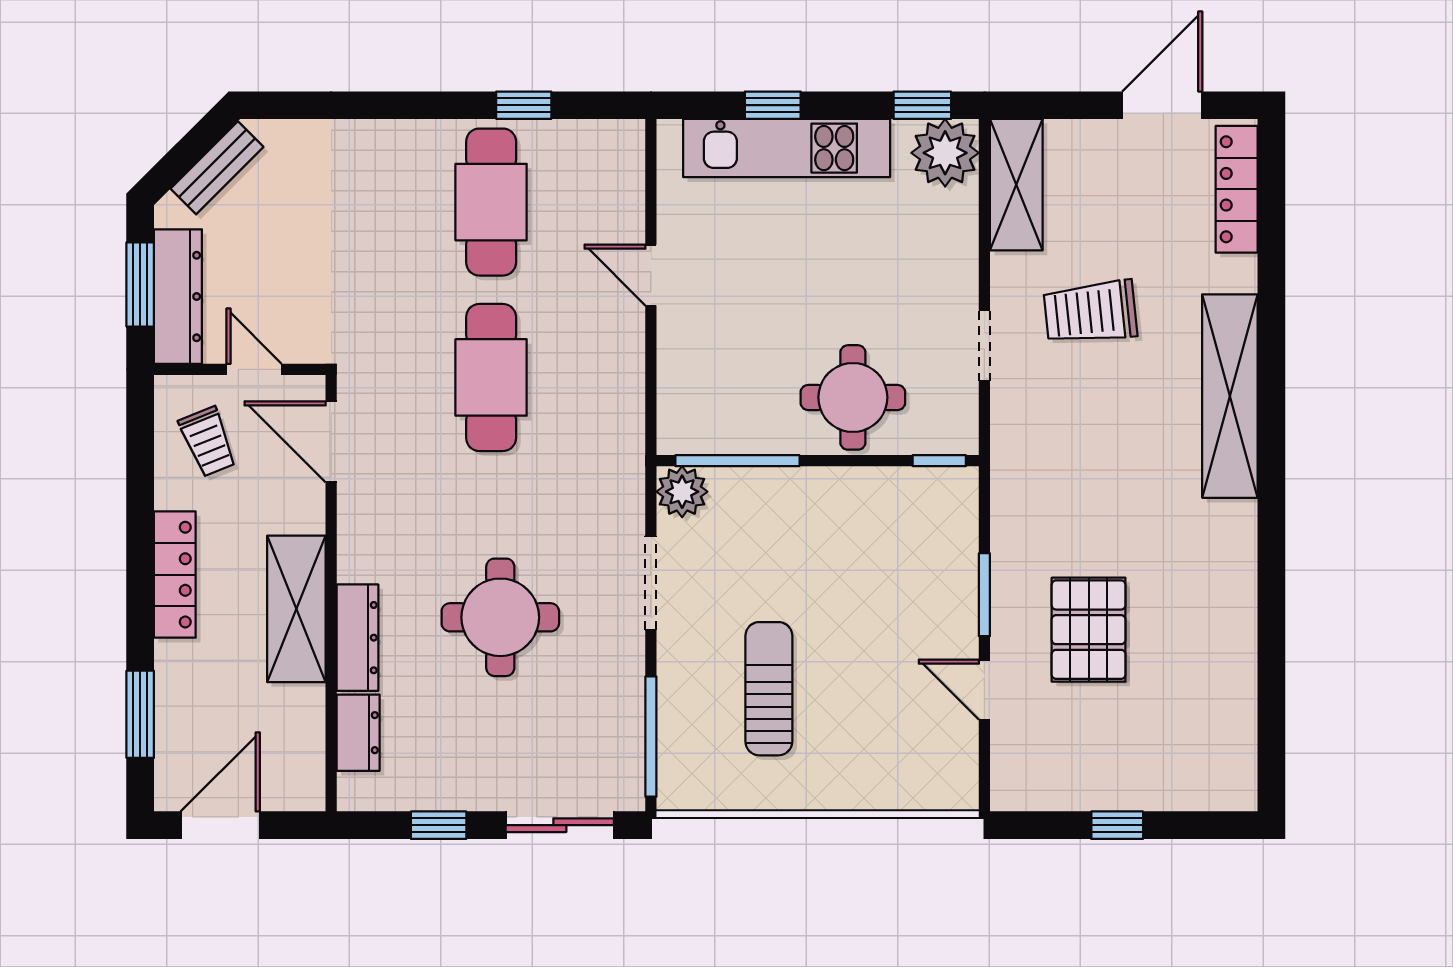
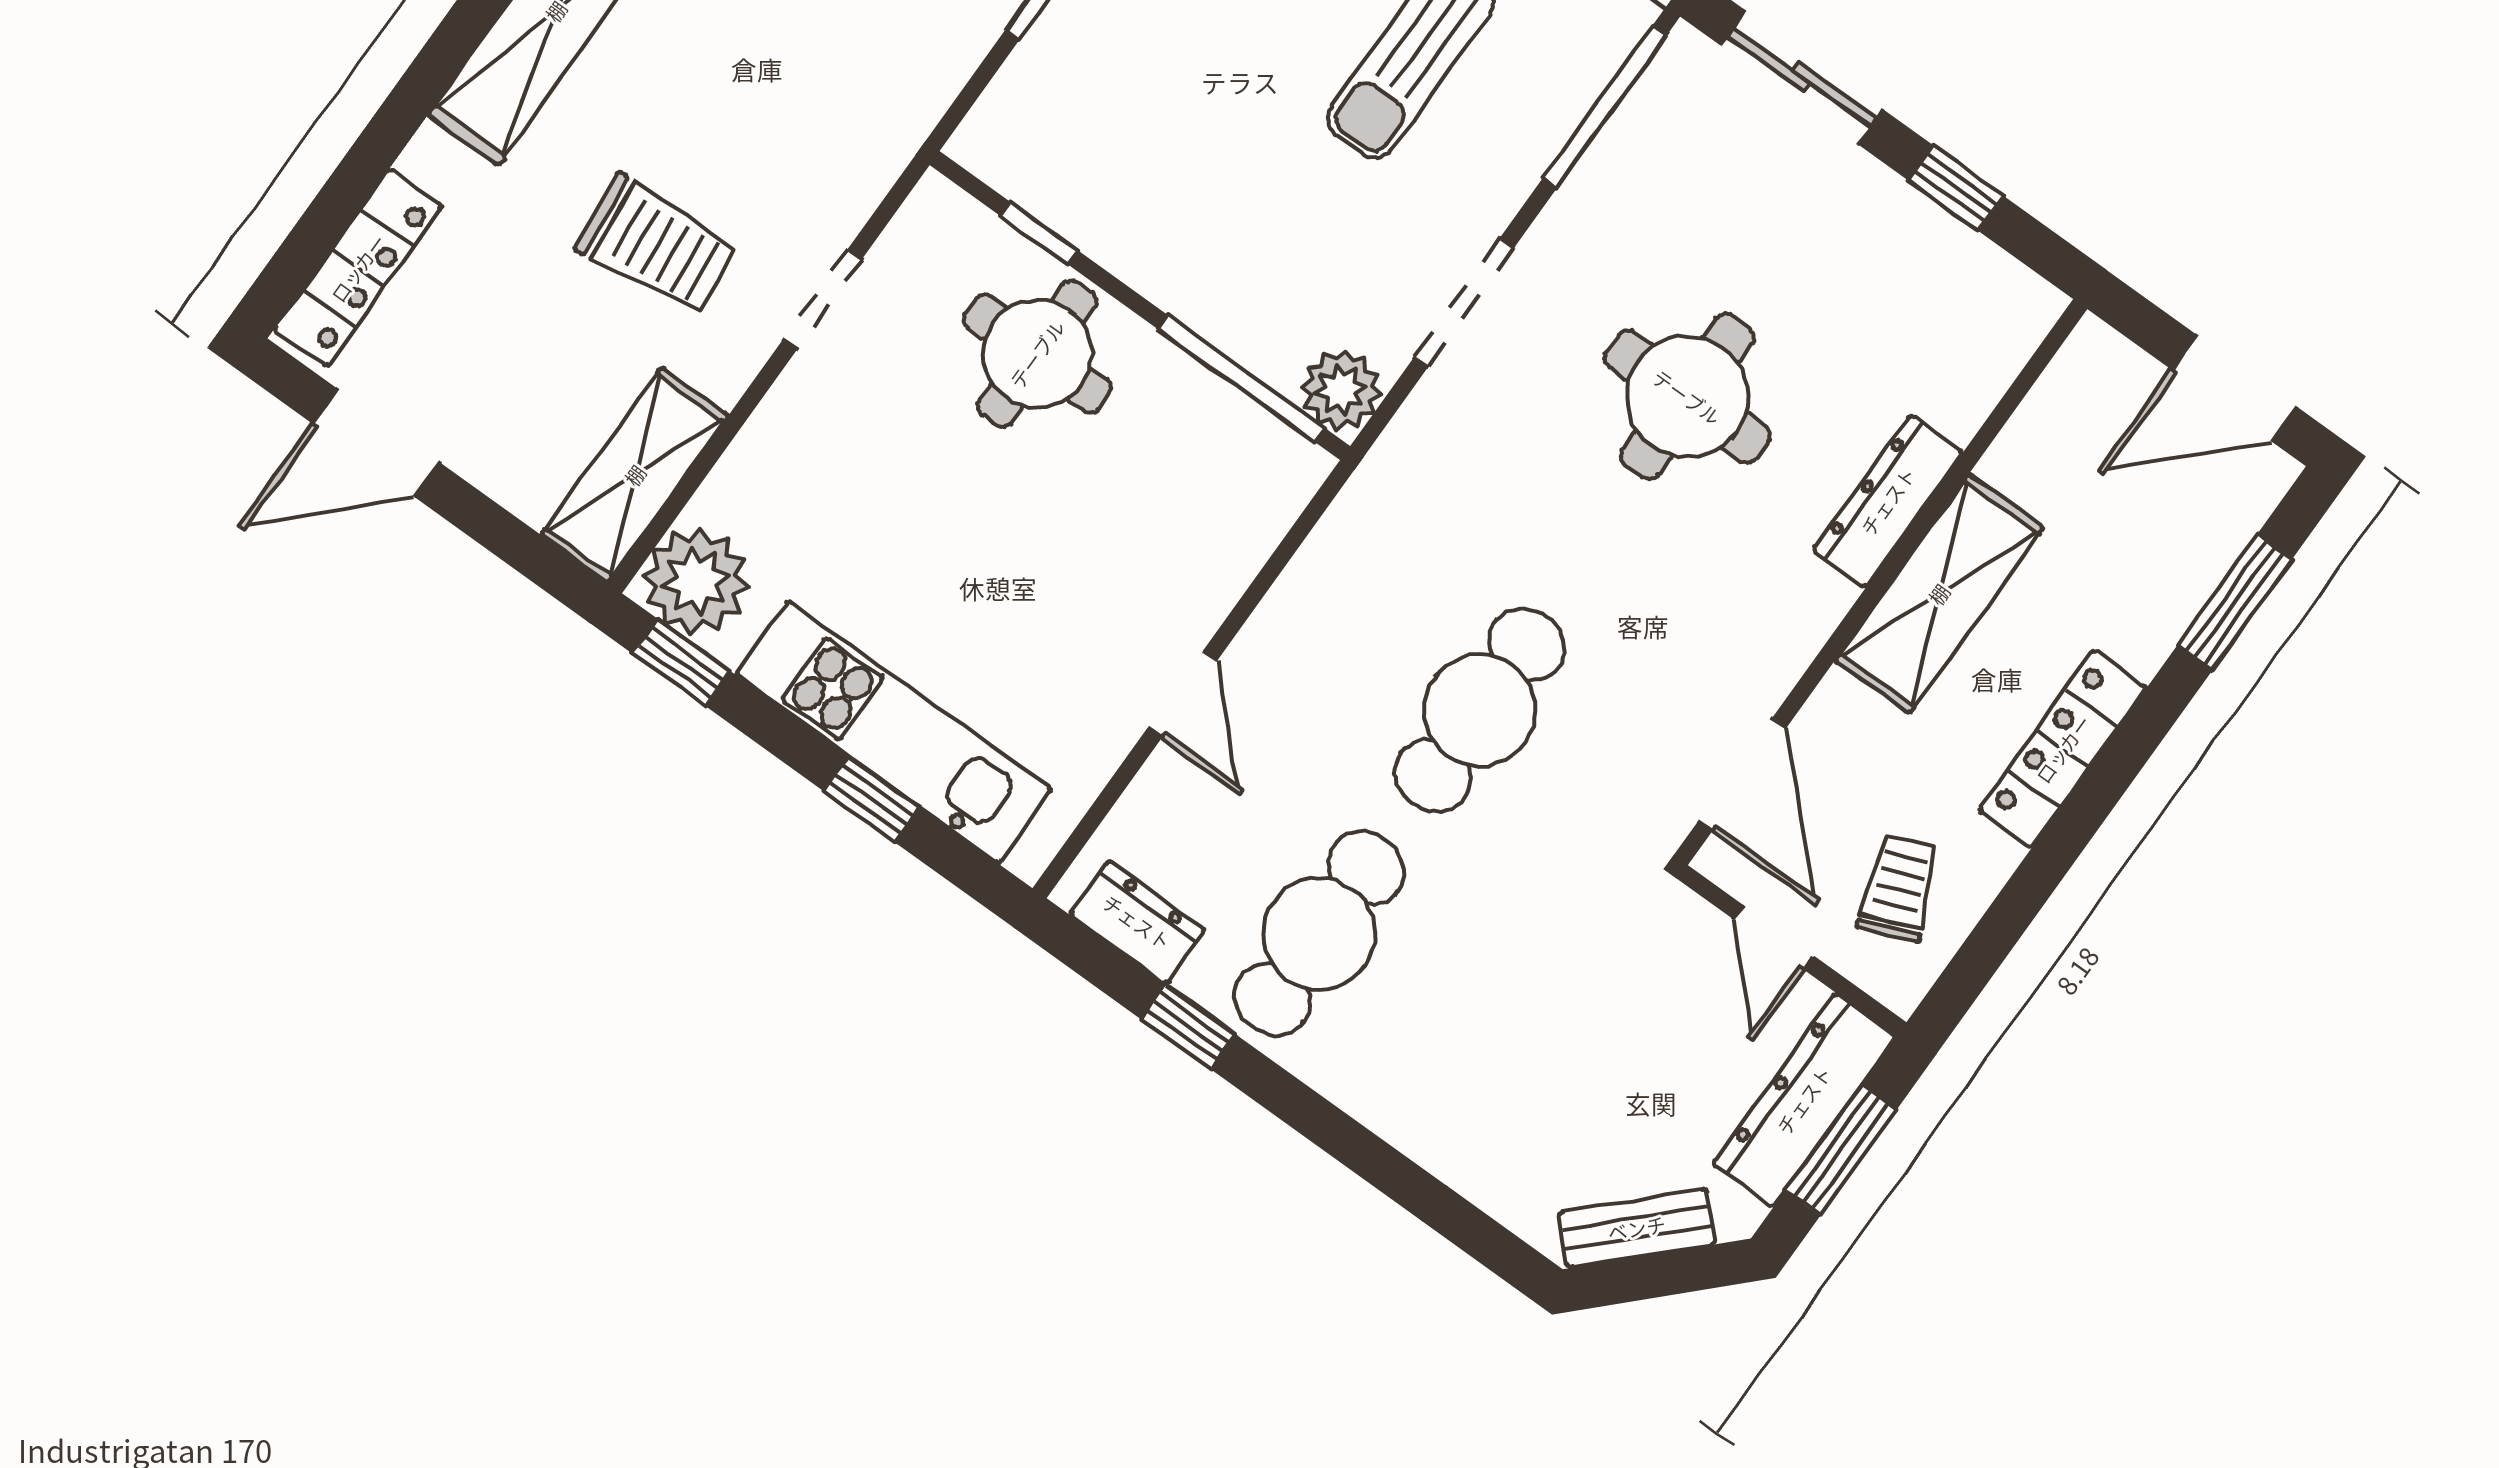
window: (939, 461) -> (1039, 233), moved
dresser: (358, 733) -> (1137, 922), moved, turned 90

